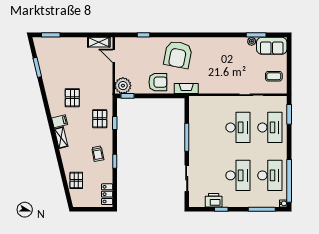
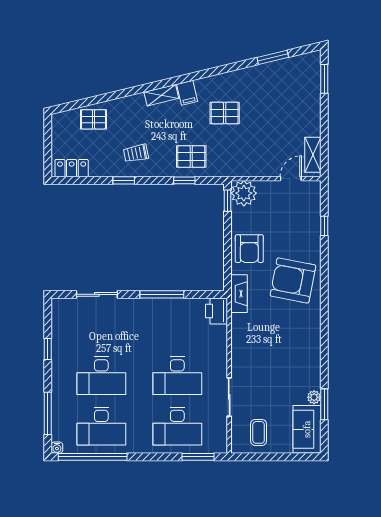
printer: (214, 200) -> (217, 311), moved, turned 180

